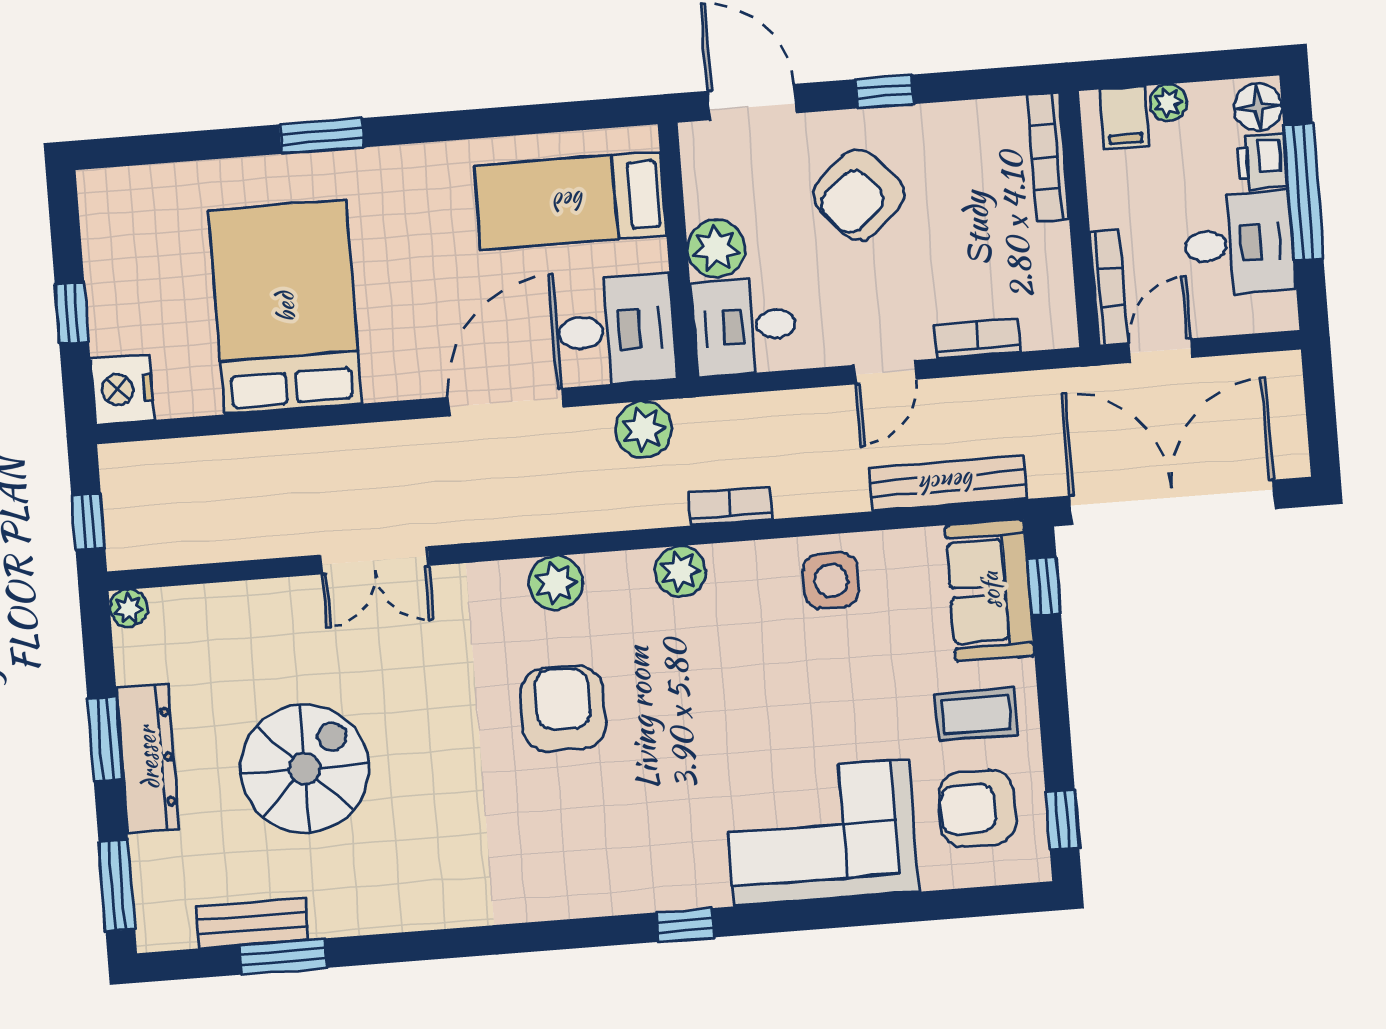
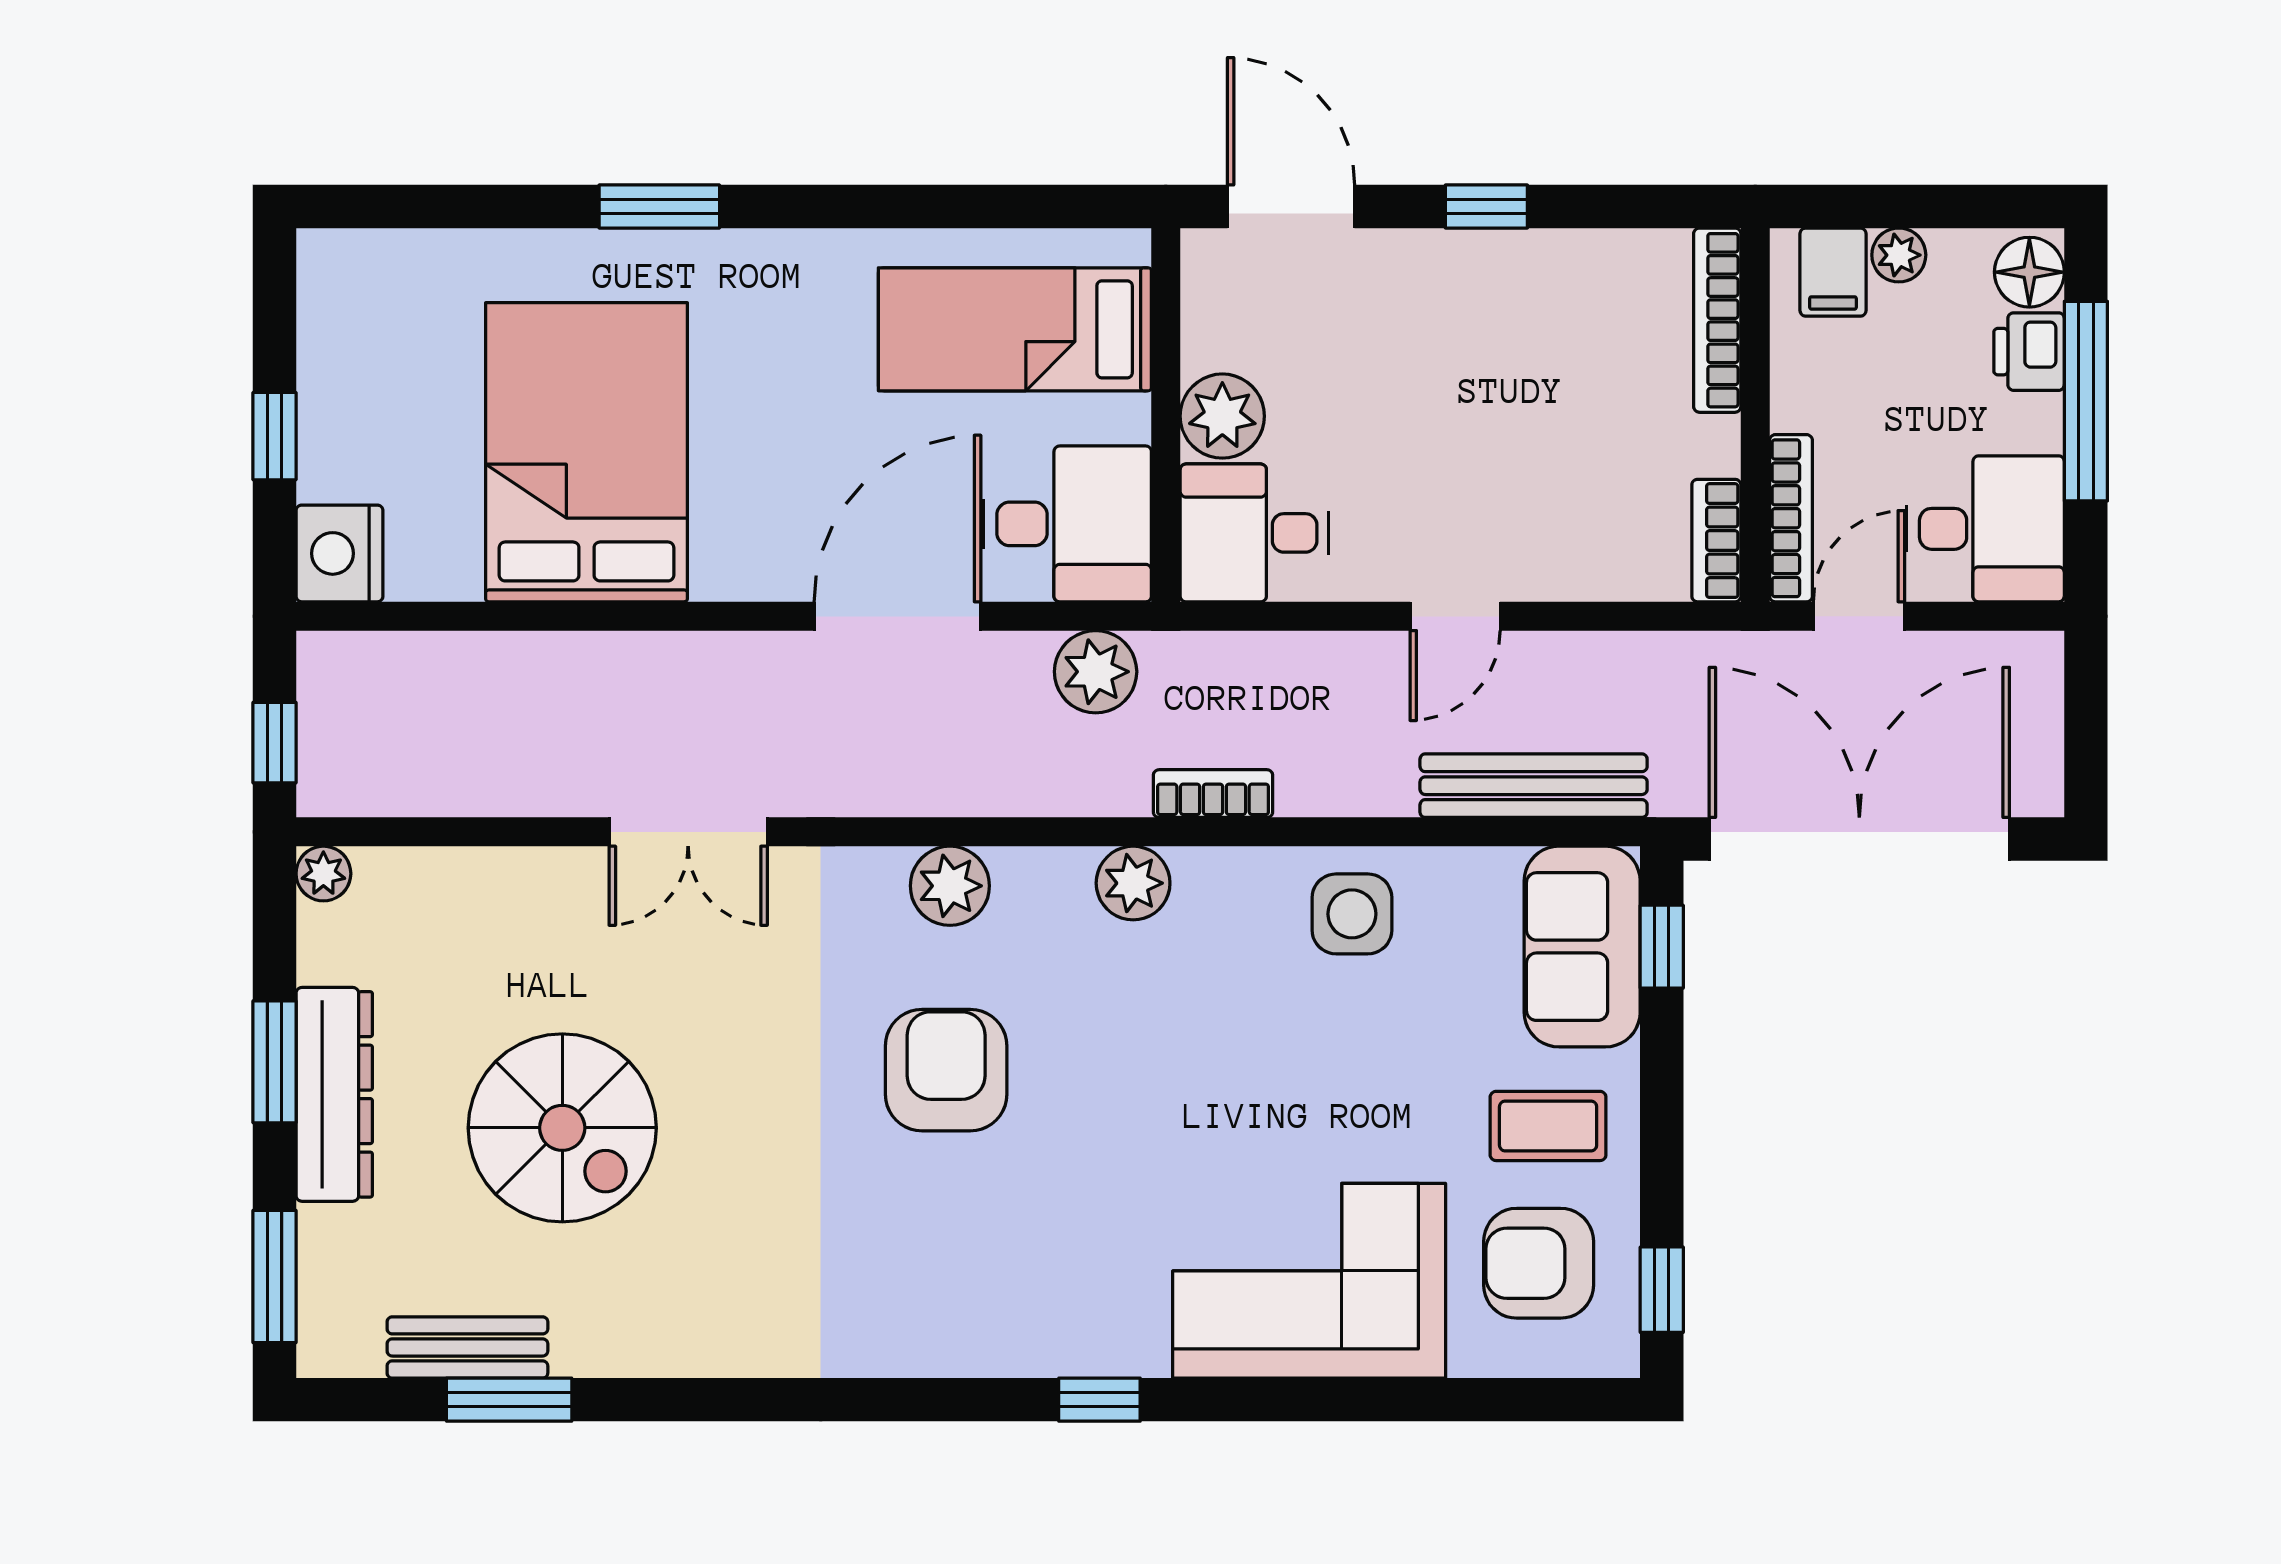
armchair: (859, 195) -> (1437, 354), removed
desk: (1239, 244) -> (1986, 529), moved
bookcase: (977, 338) -> (1716, 541), moved, turned -90
spiral stairs: (305, 769) -> (562, 1128), turned 90

